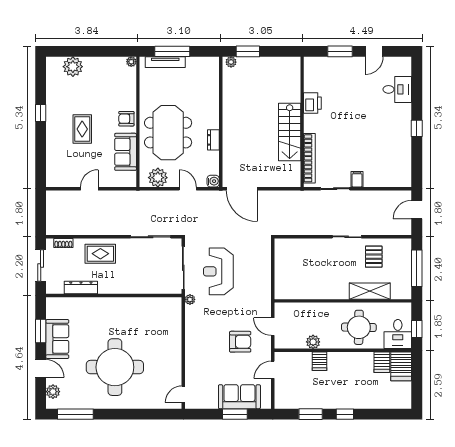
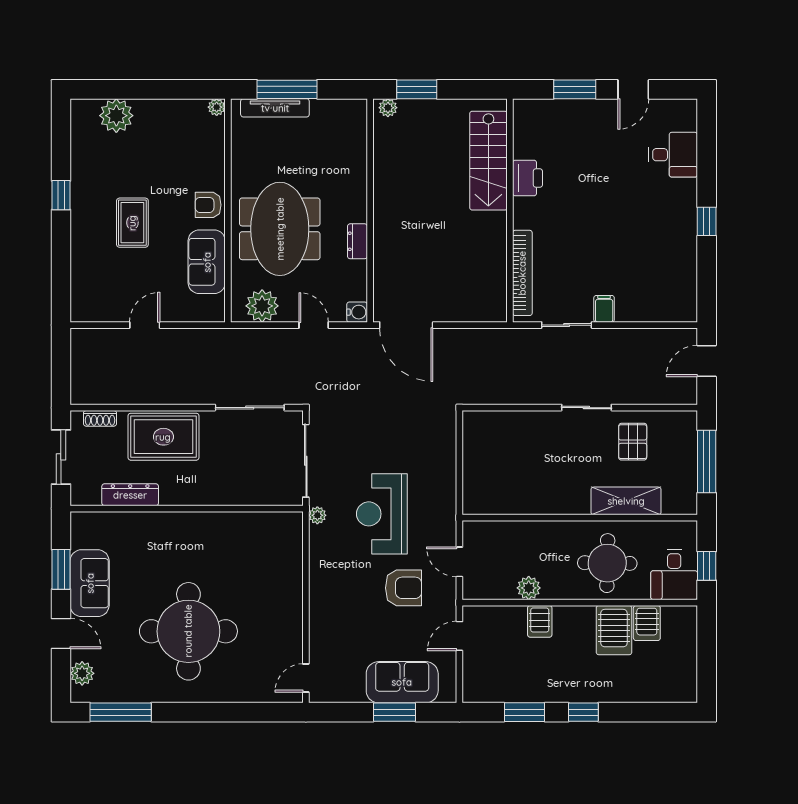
stairs: (290, 132) -> (488, 161), moved
rug: (100, 254) -> (163, 437), width x1.36, depth x1.43
reception desk: (218, 271) -> (382, 514), moved
server rack: (401, 366) -> (614, 630), moved

